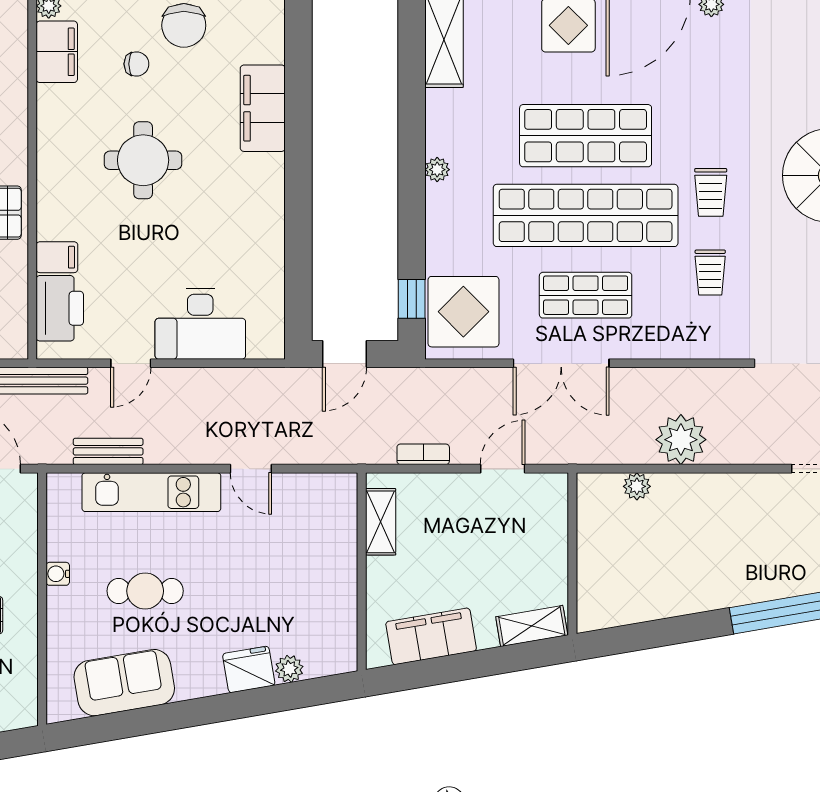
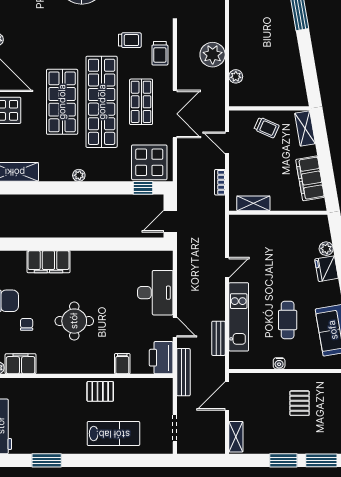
trolley: (711, 192) -> (160, 53), moved, turned 90
printer: (60, 308) -> (161, 358), moved, turned -90
door: (345, 354) -> (170, 221), swing flipped
trolley: (534, 548) -> (266, 127), added

